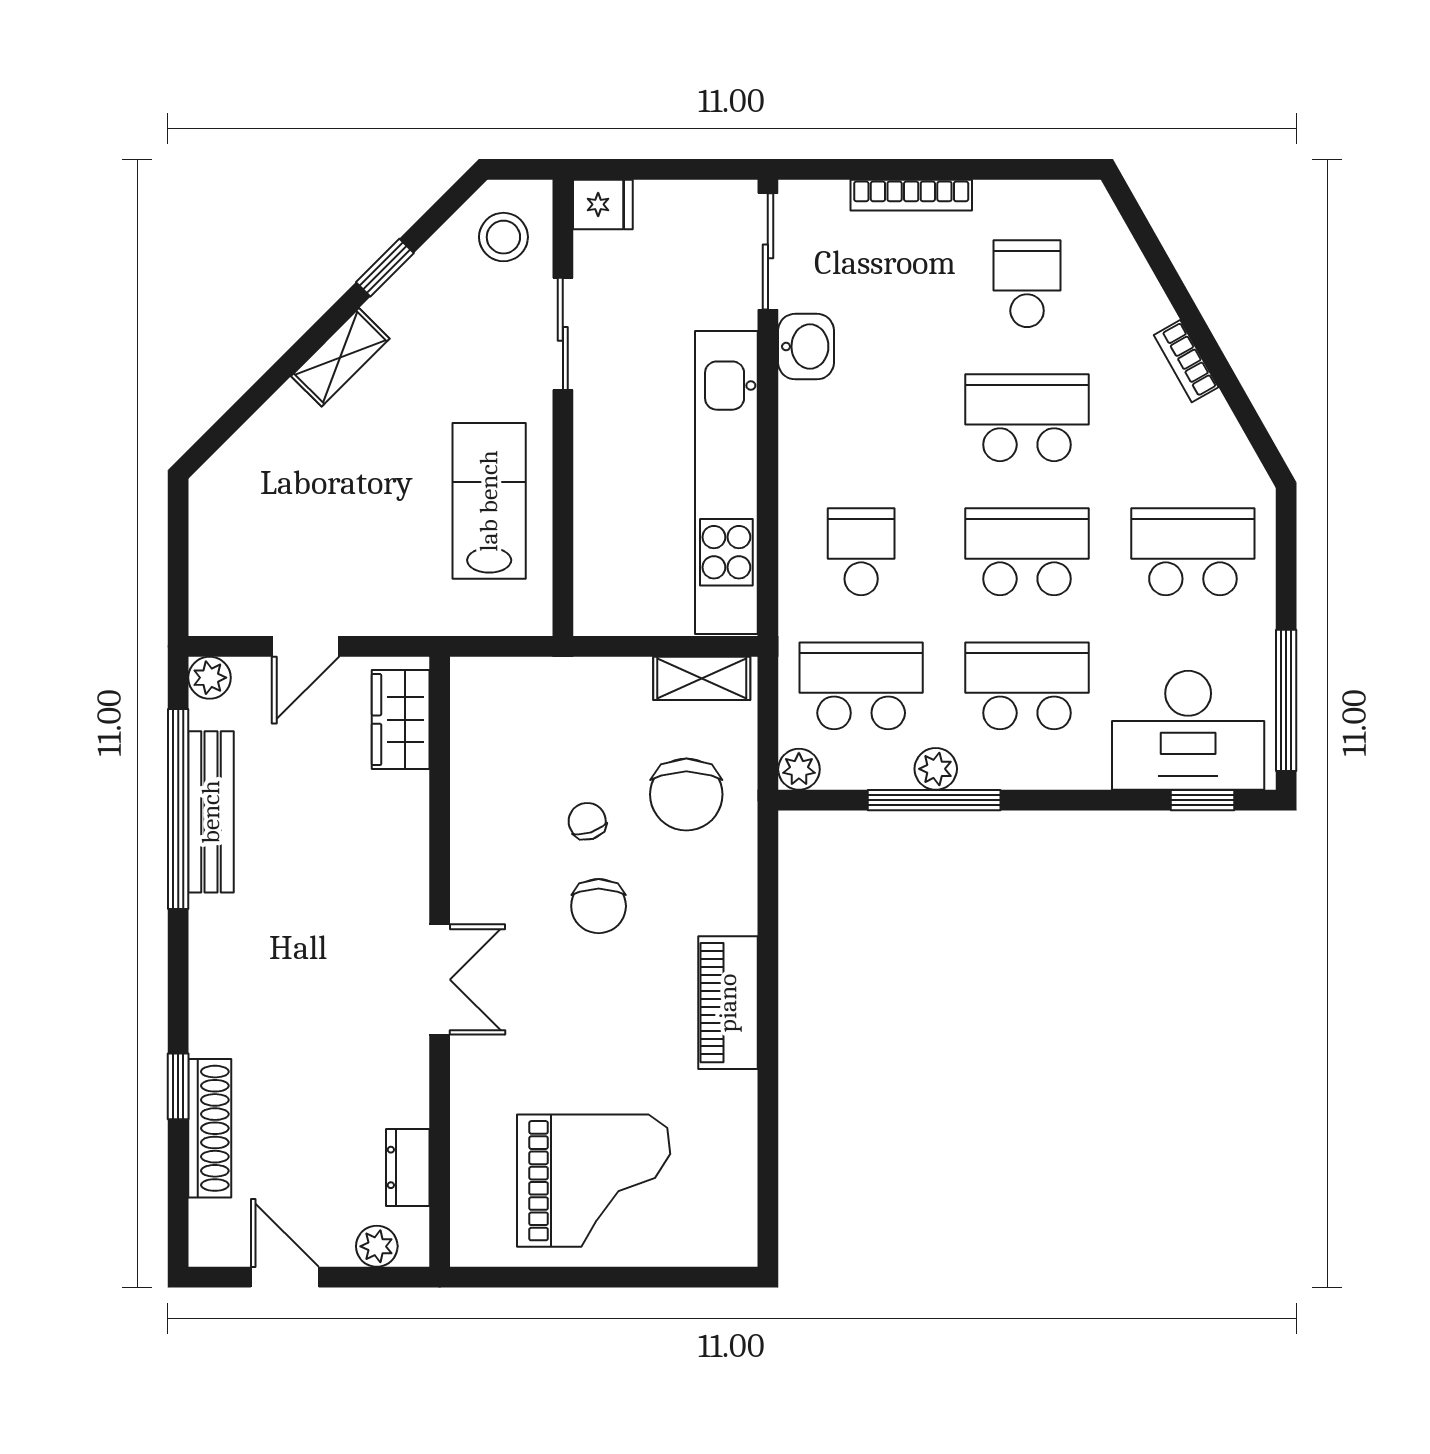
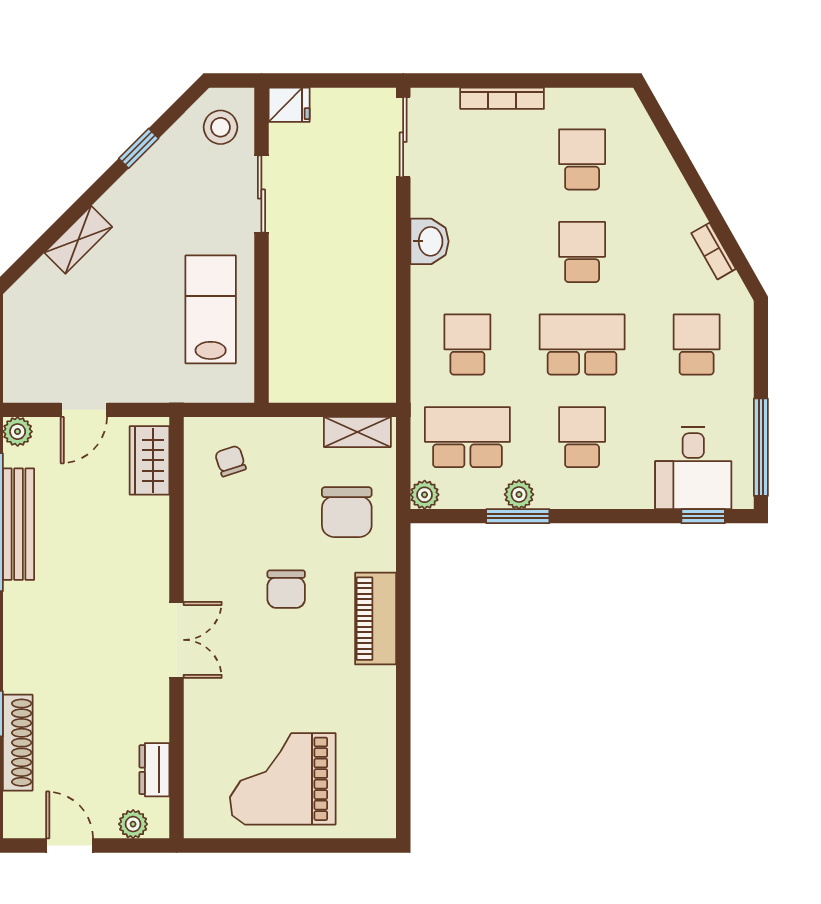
washbasin: (806, 347) -> (429, 241), moved
shelving: (340, 357) -> (78, 240), moved
bookcase: (1186, 361) -> (713, 251), moved
school desk: (1027, 418) -> (582, 252), width x0.54
kitchen unit: (726, 482) -> (374, 297), removed
school desk: (1193, 552) -> (697, 345), width x0.54
school desk: (1027, 686) -> (582, 437), width x0.54
desk: (1188, 730) -> (693, 468), width x0.73
window: (934, 800) -> (518, 516), width x0.69
chair: (587, 821) -> (230, 461), moved
piano: (728, 1003) -> (376, 619), moved
grand piano: (594, 1181) -> (283, 779), turned 180

